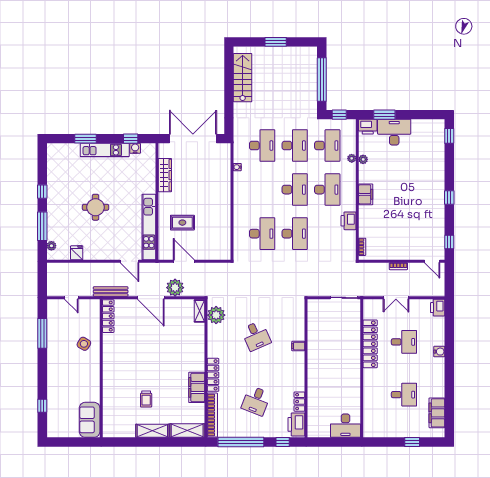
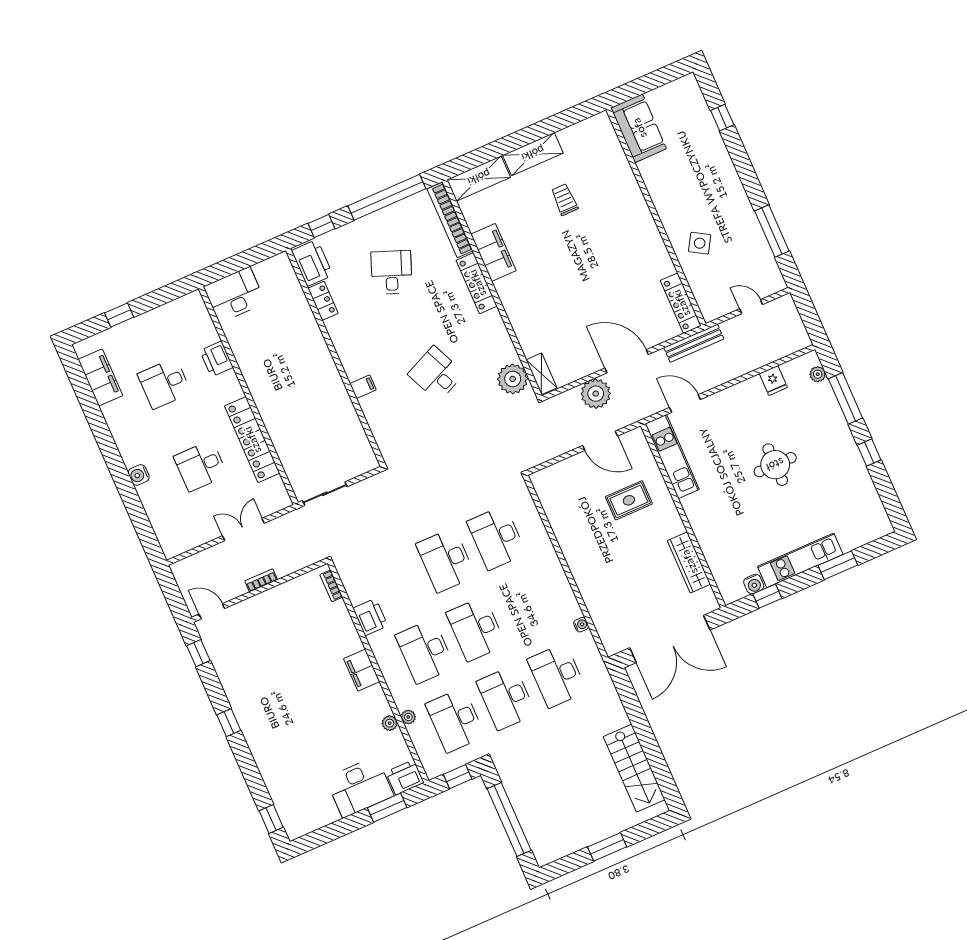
kitchen unit: (149, 227) -> (672, 457), width x0.73
printer: (438, 308) -> (216, 359), moved, turned 180

